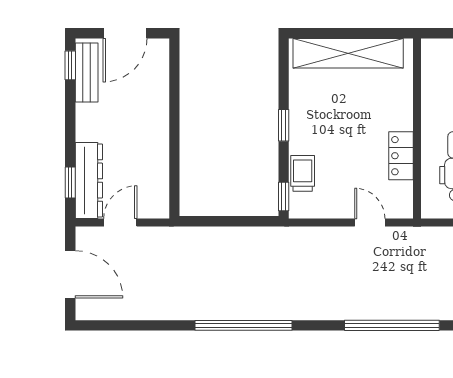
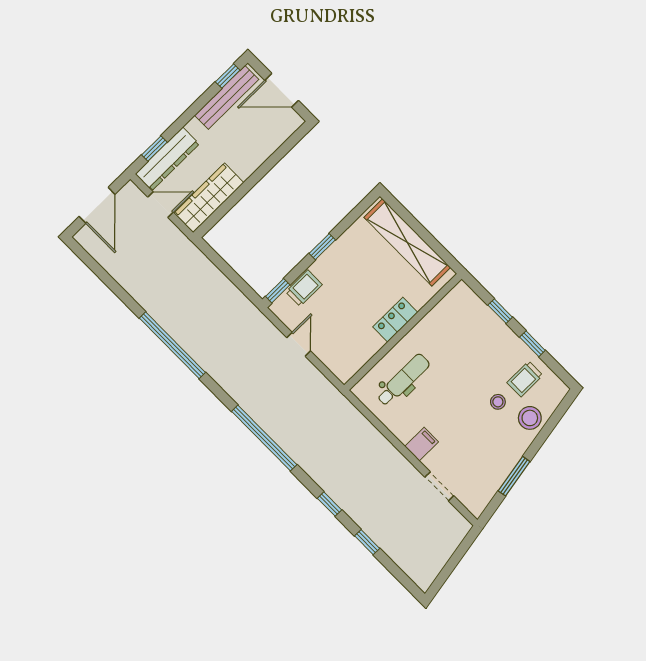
bench: (87, 73) -> (227, 97), width x1.36
locker: (401, 156) -> (395, 320), moved
wardrobe: (154, 178) -> (209, 198), added
door: (370, 222) -> (299, 344), moved

